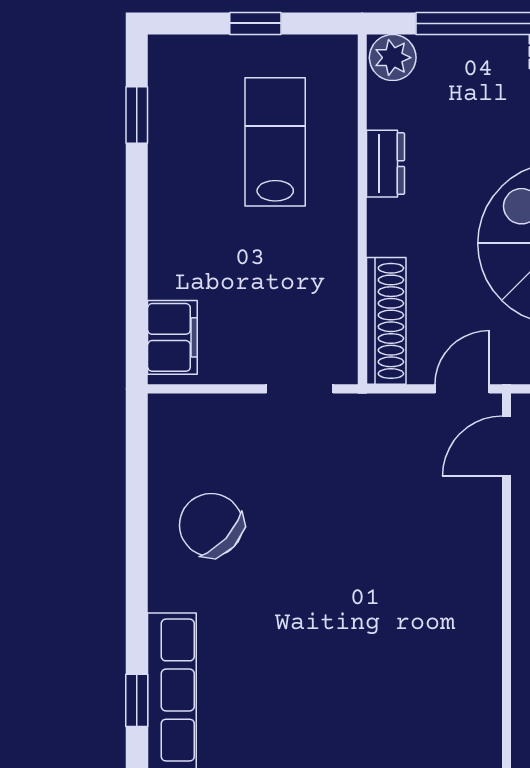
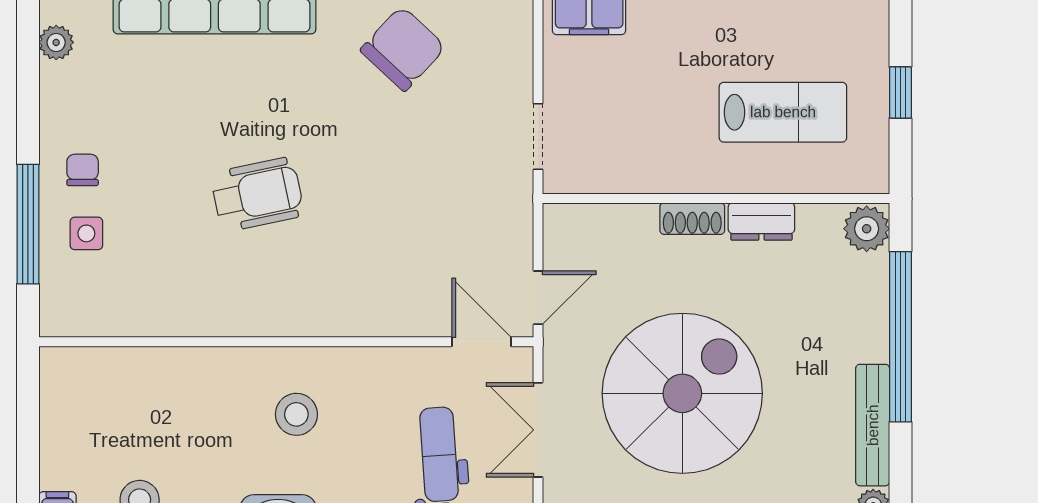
shoe rack: (386, 321) -> (692, 219), moved, width x0.51, depth x0.81
door: (462, 389) -> (538, 298), hinge flipped
wheelchair: (358, 672) -> (257, 194), added

